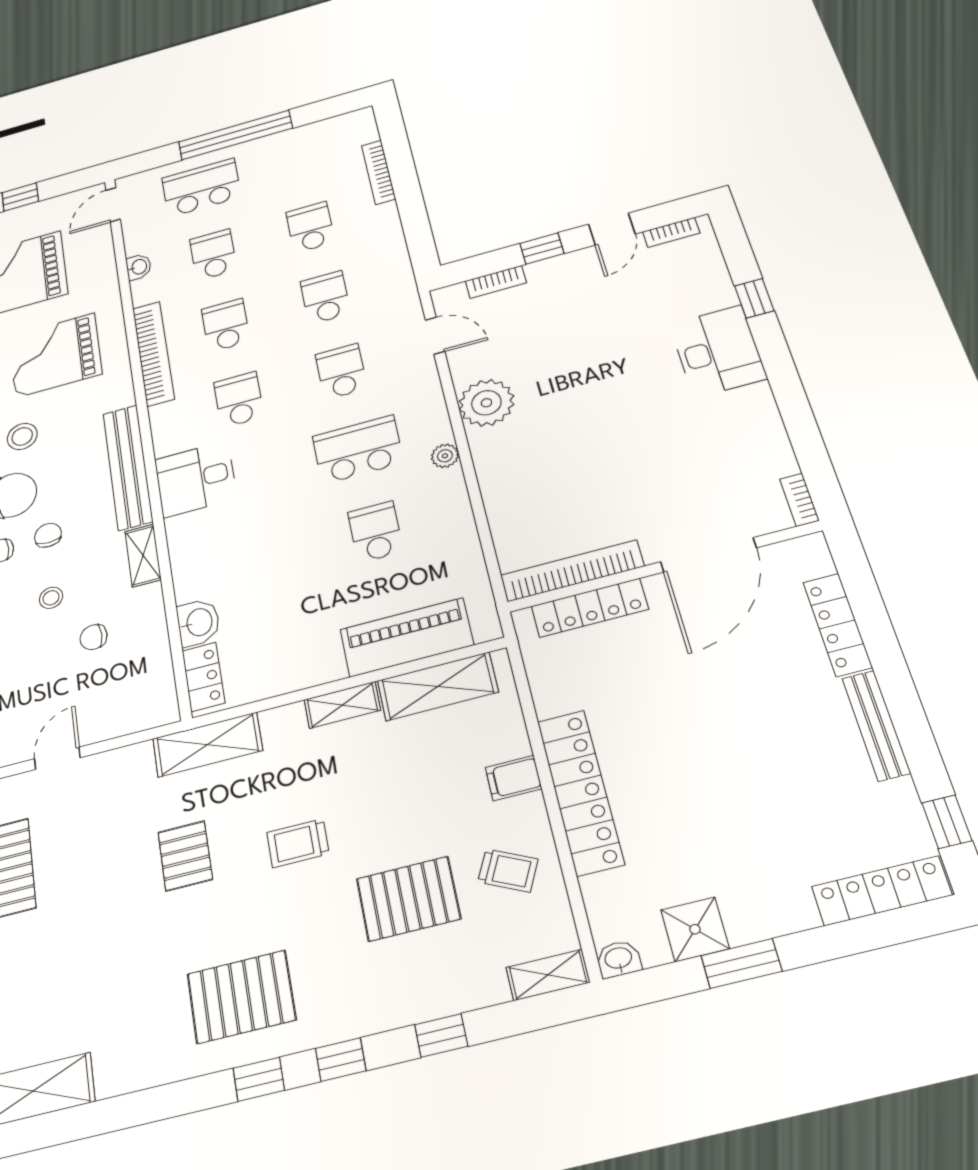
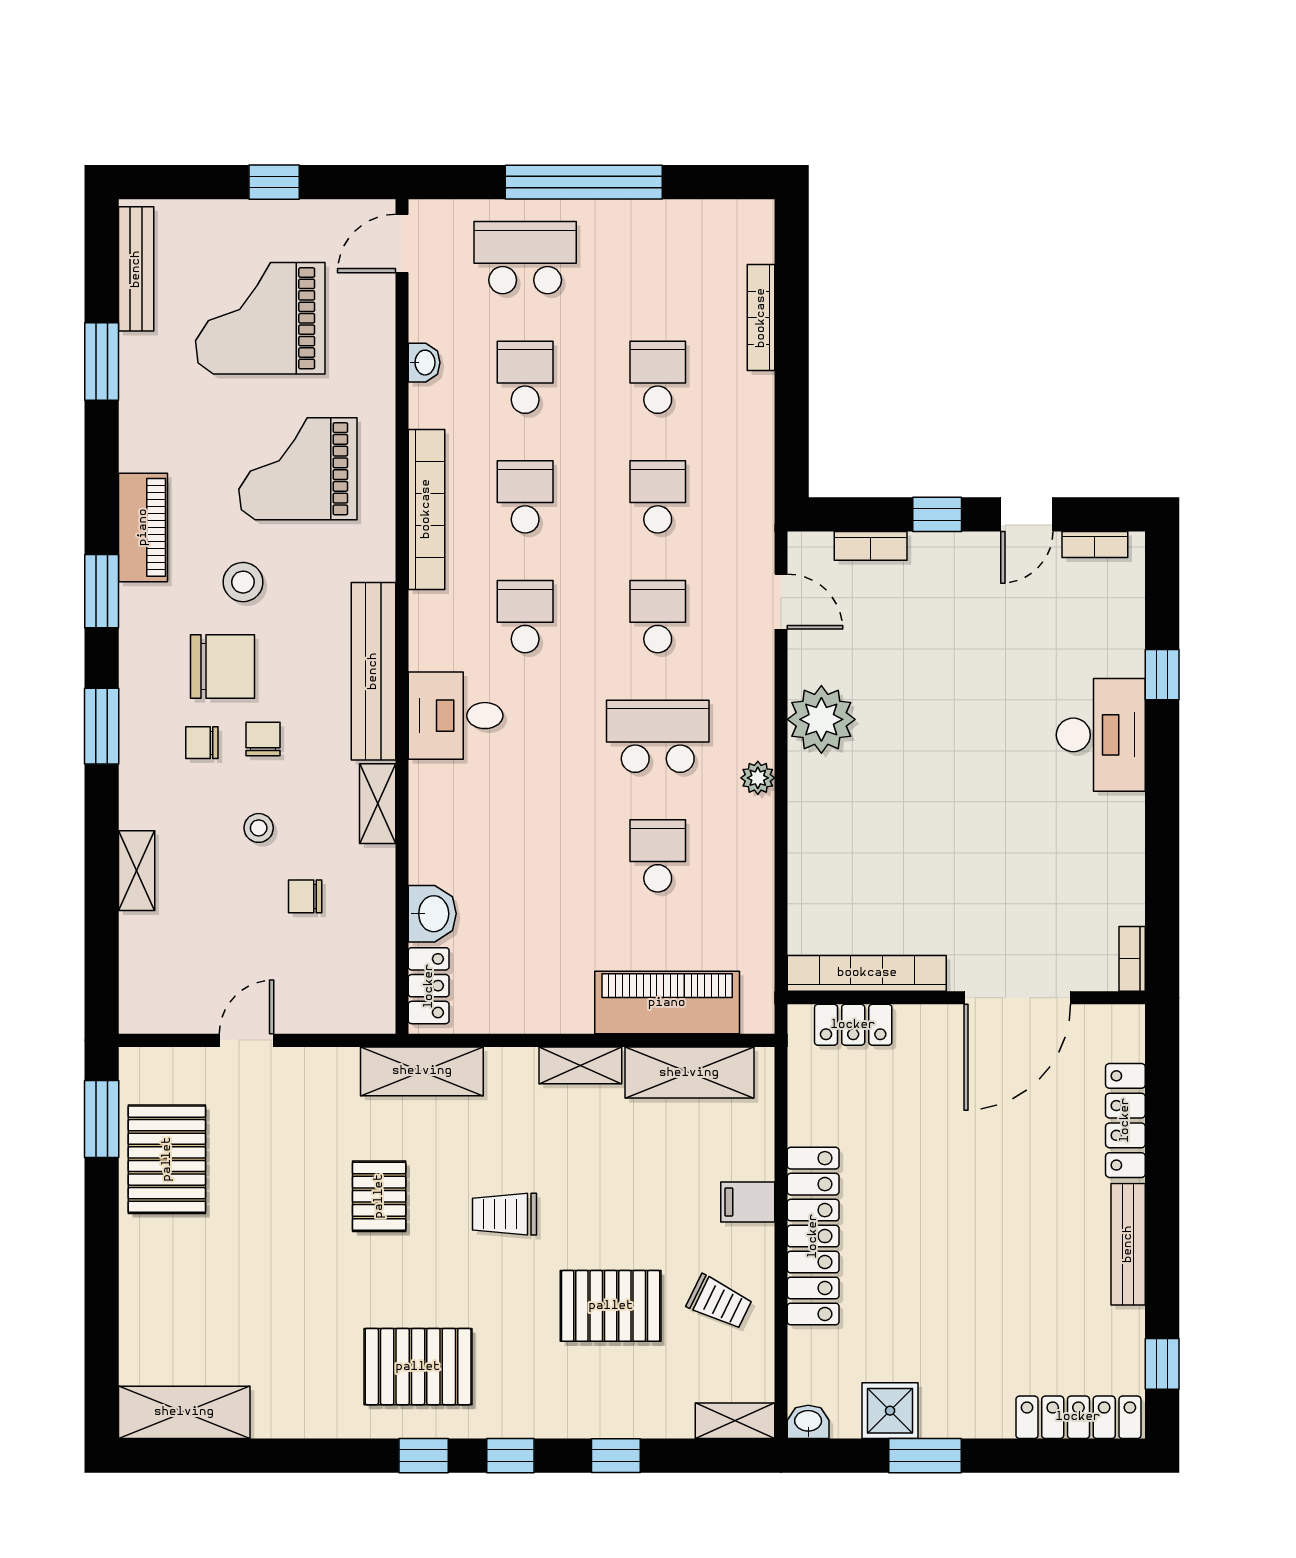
locker: (590, 608) -> (853, 1025), width x0.66

